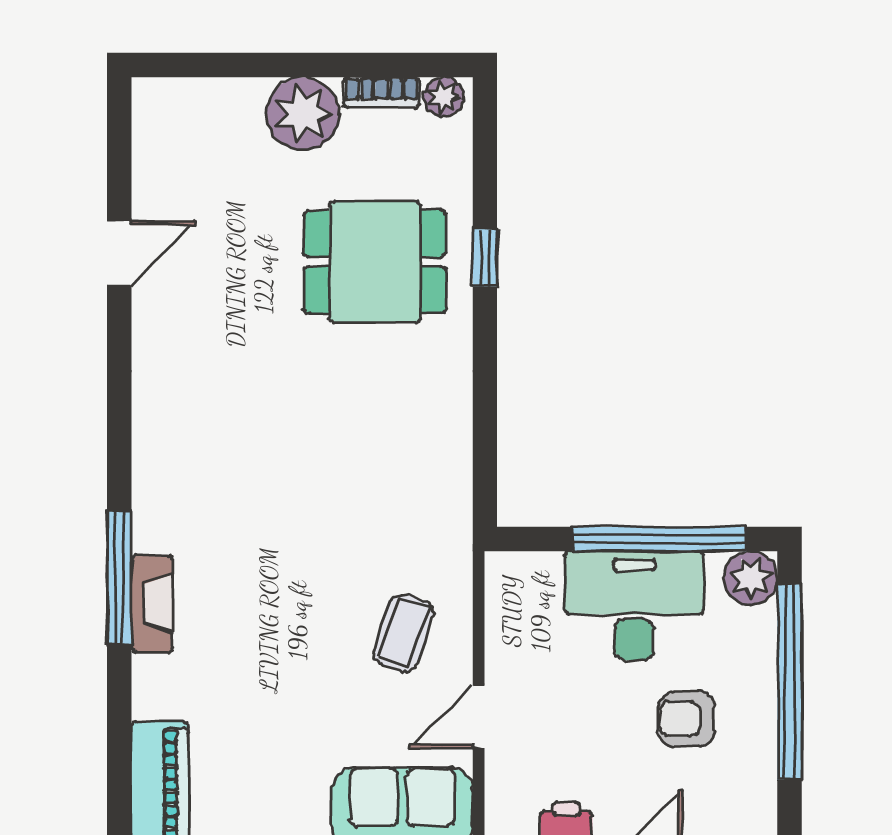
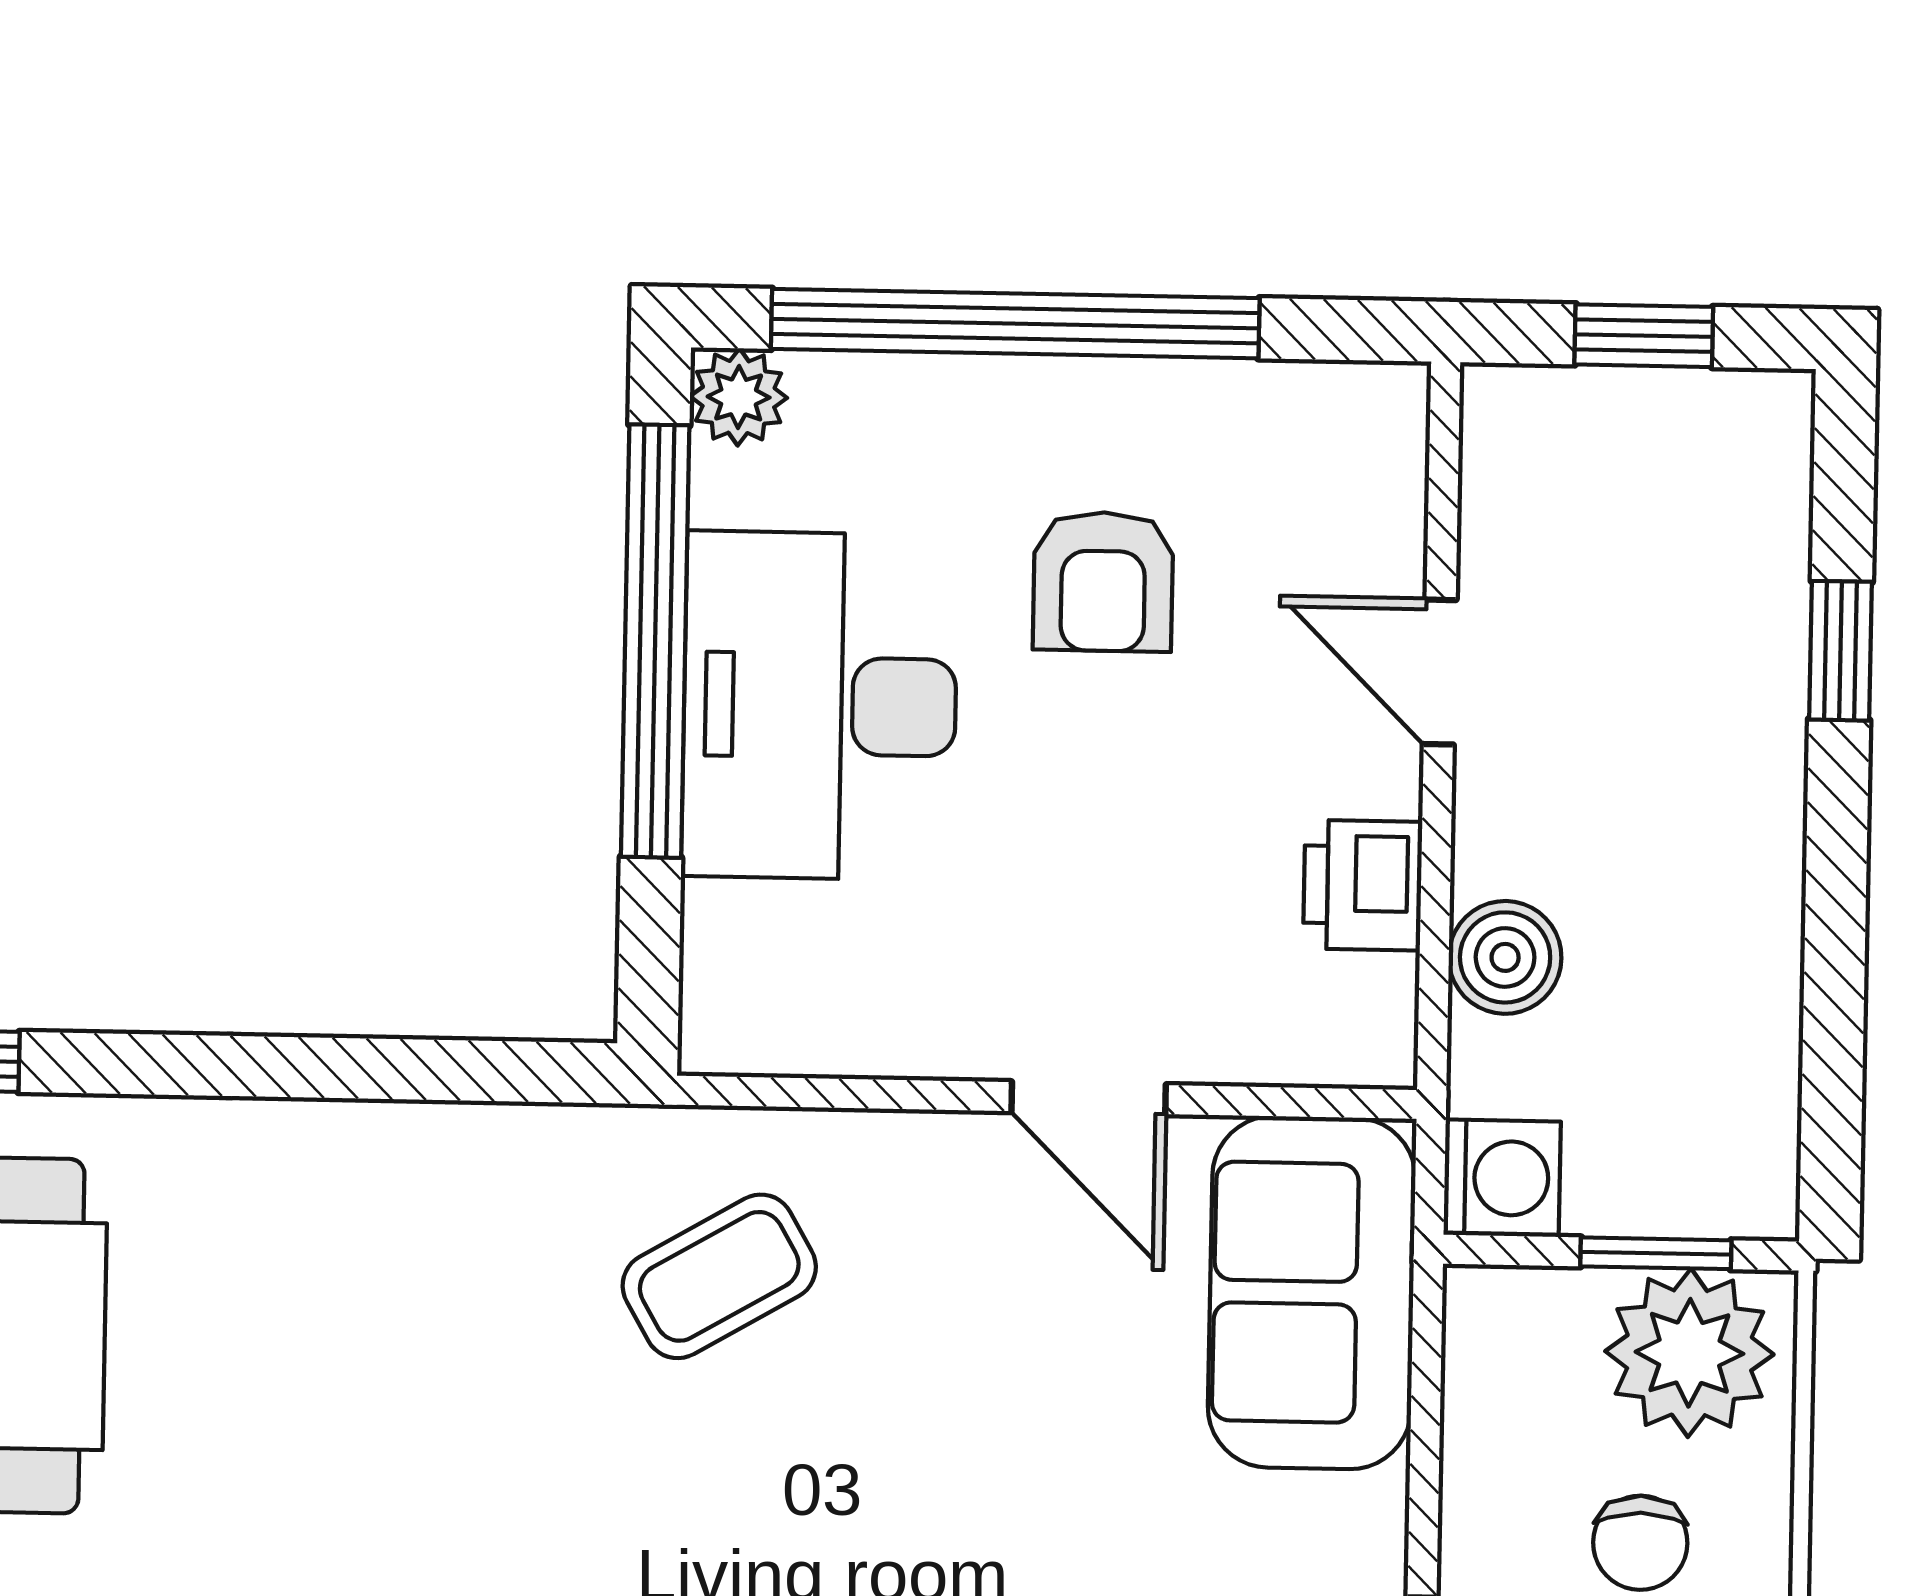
plant: (751, 578) -> (739, 397), width x0.73, depth x0.73
coffee table: (404, 633) -> (719, 1276), moved, turned -49

